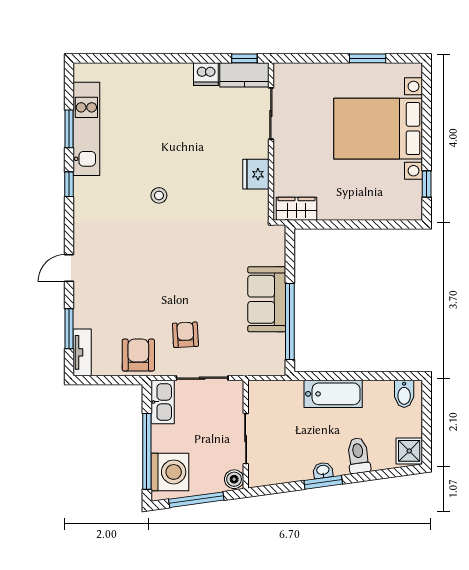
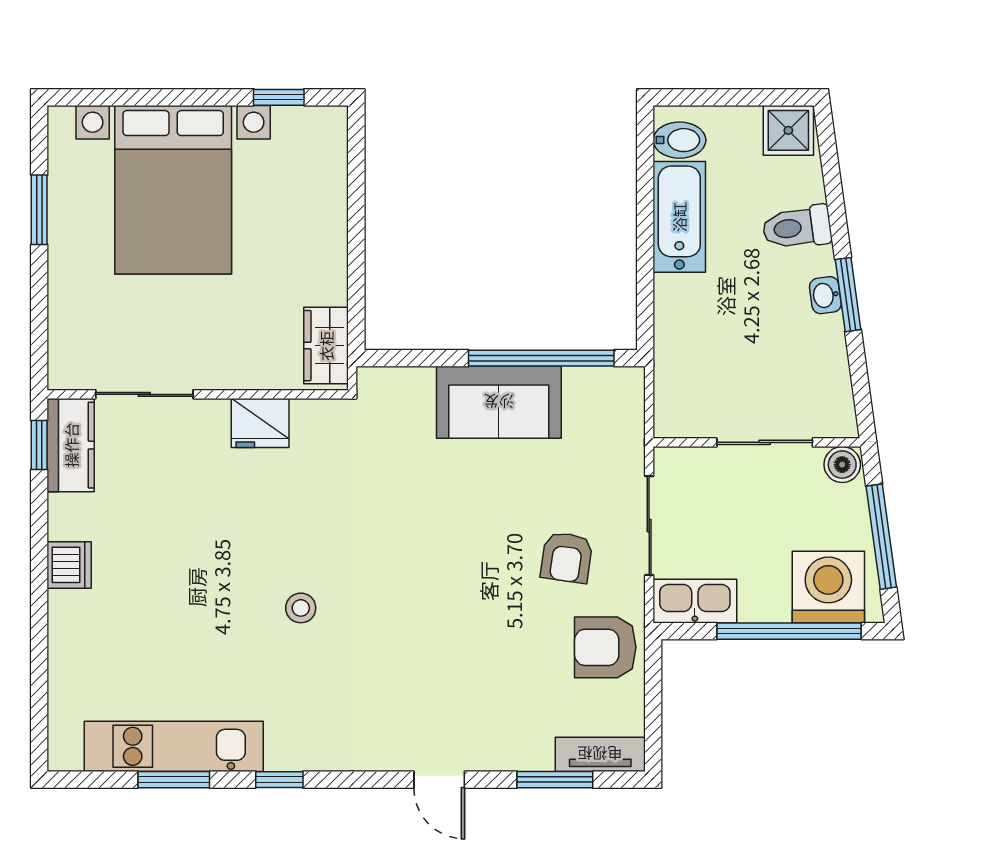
dishwasher: (206, 74) -> (69, 565), moved
armchair: (185, 335) -> (567, 557), turned -79
bathtub: (333, 394) -> (679, 217), moved

